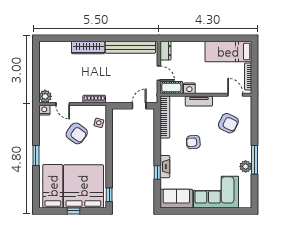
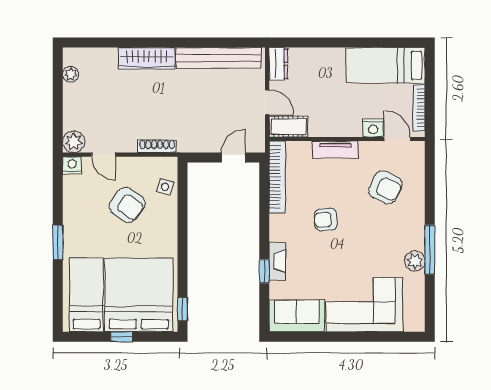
plant: (43, 57) -> (71, 74), added
nightstand: (189, 88) -> (373, 128), moved

